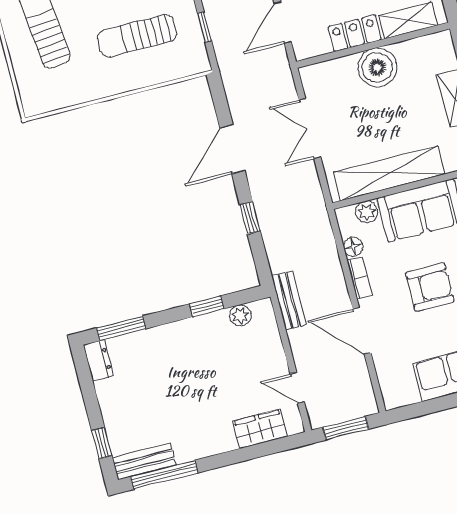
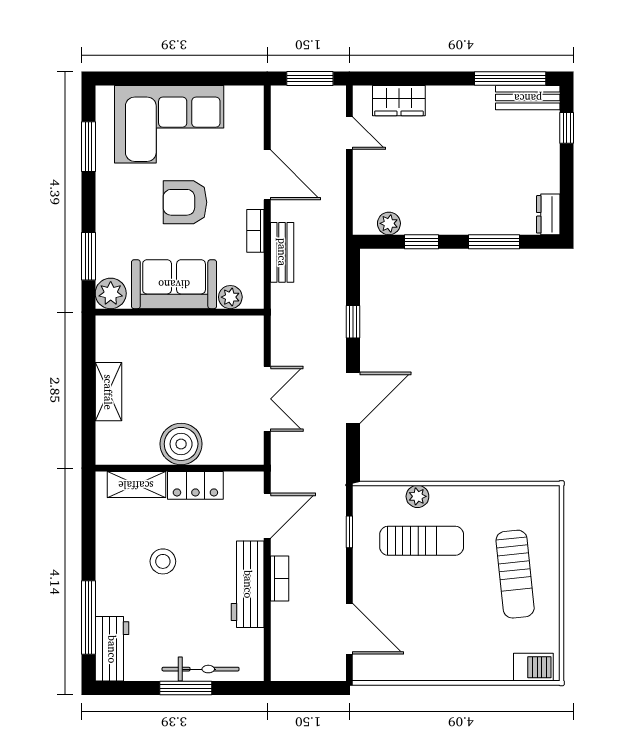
plant: (151, 75) -> (417, 496), added
shelving: (389, 173) -> (197, 331), removed
floor lamp: (353, 247) -> (254, 265), removed
bench: (289, 300) -> (282, 252), moved
window: (121, 328) -> (494, 242), moved

